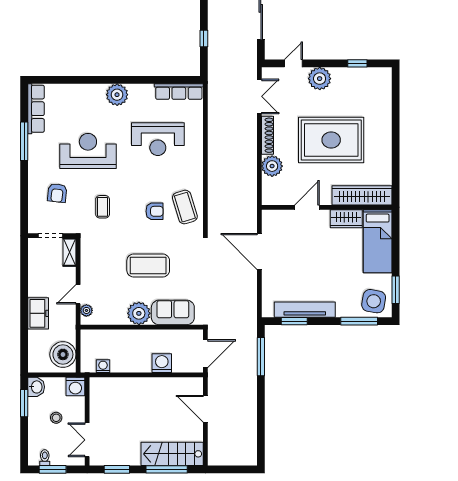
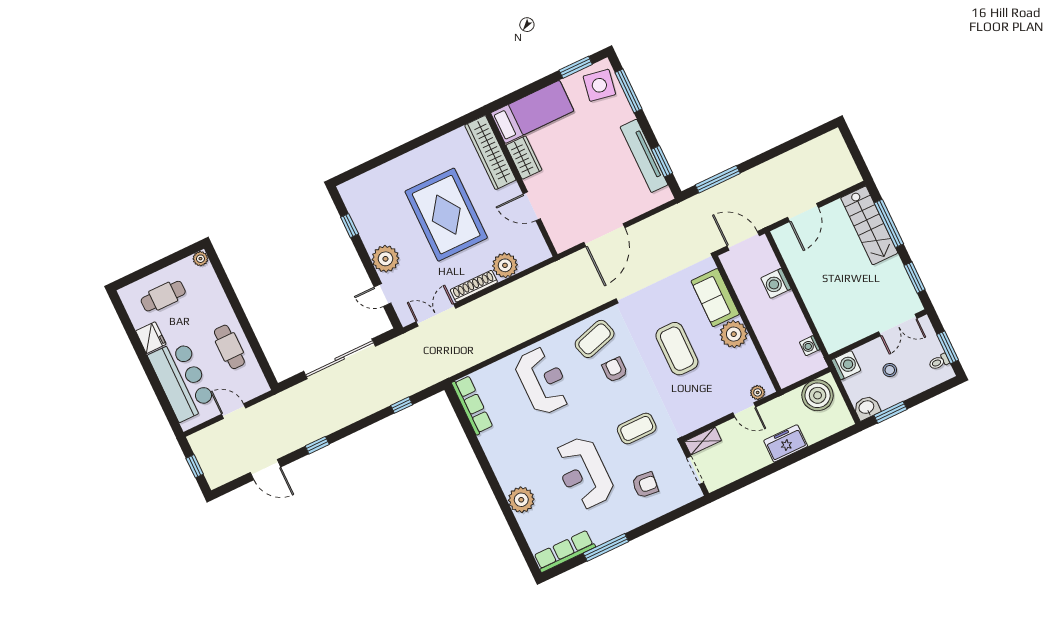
plant: (117, 95) -> (521, 500), moved
reception desk: (158, 139) -> (543, 381), moved
coffee table: (103, 207) -> (637, 428), width x1.36, depth x1.30

